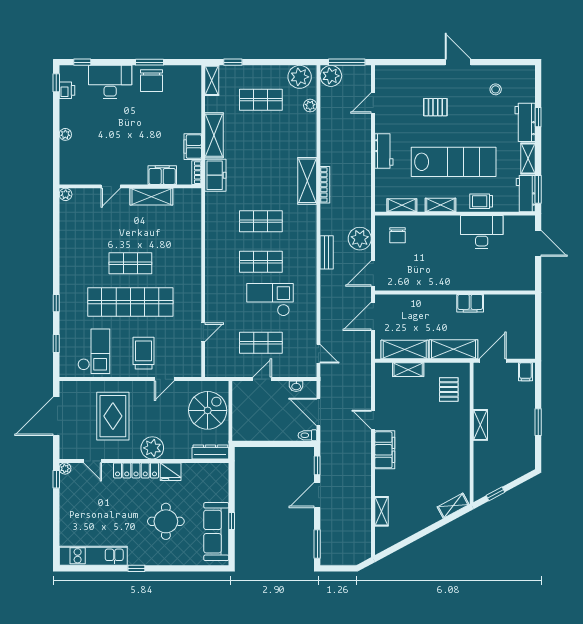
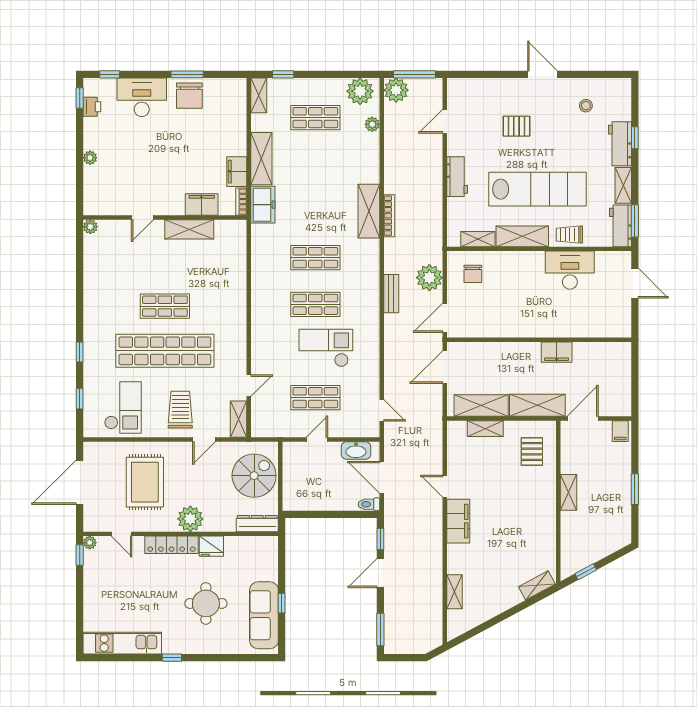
shelving: (440, 205) -> (522, 236), width x1.50, depth x1.33
shelving: (194, 361) -> (239, 419), added
washbasin: (296, 386) -> (356, 450), width x1.91, depth x1.45

